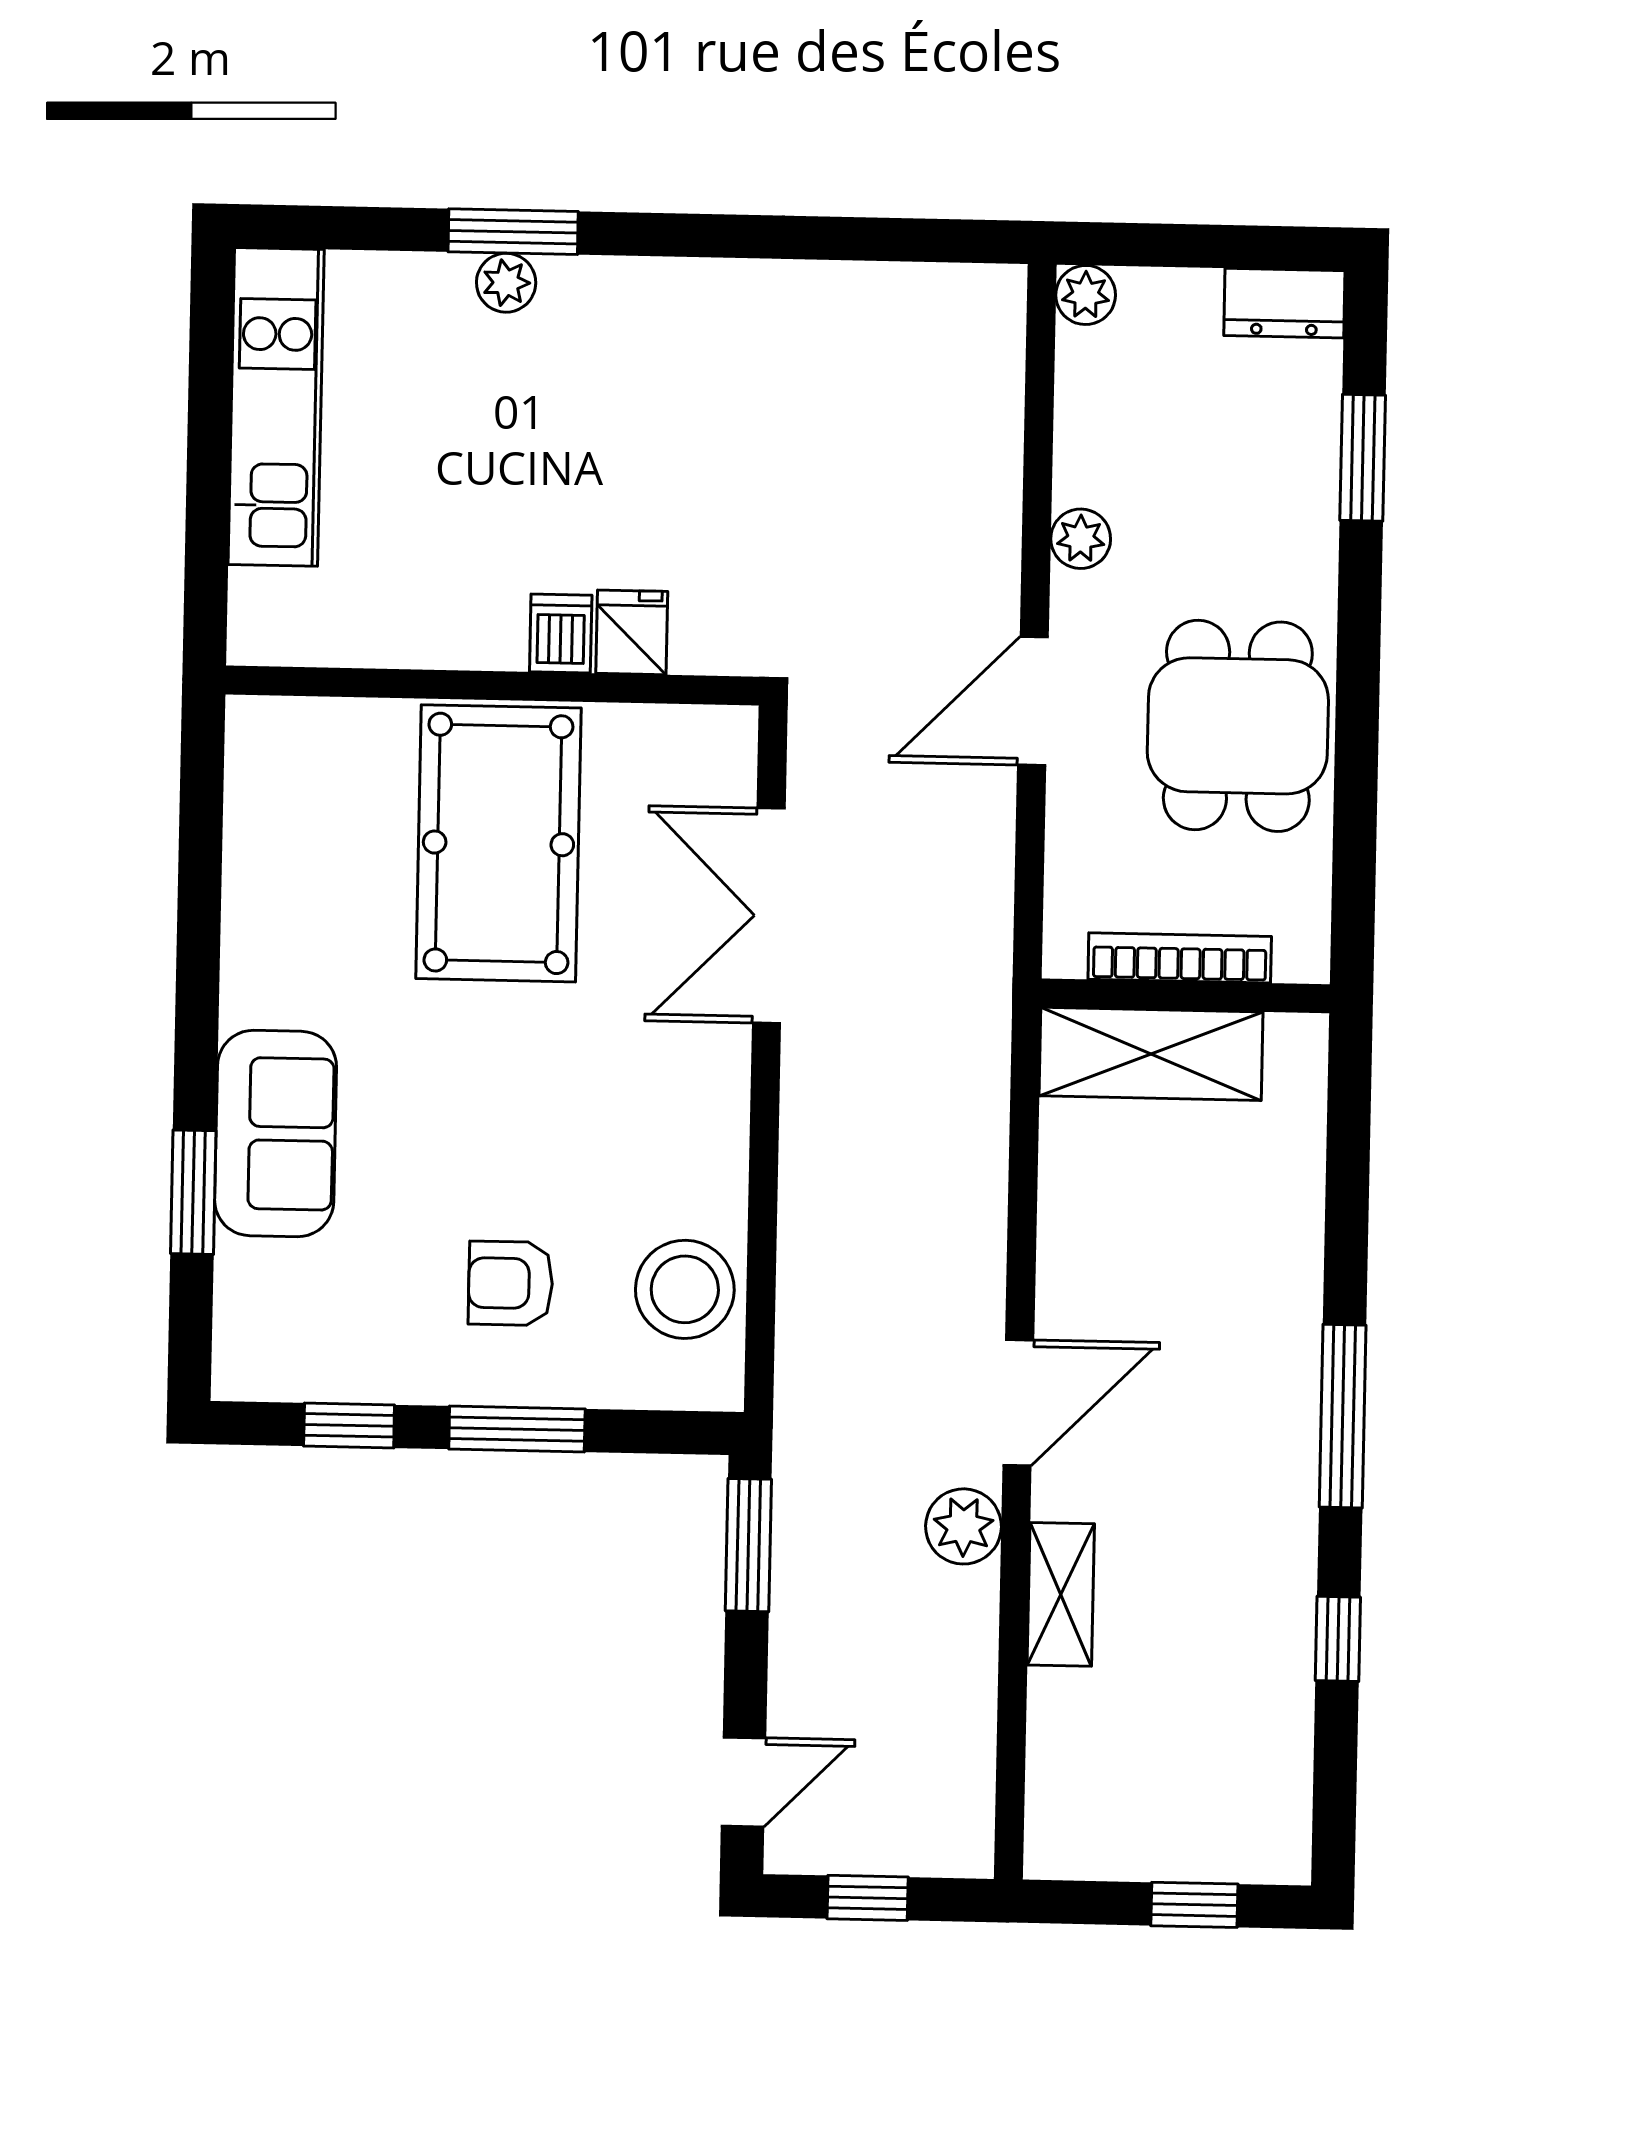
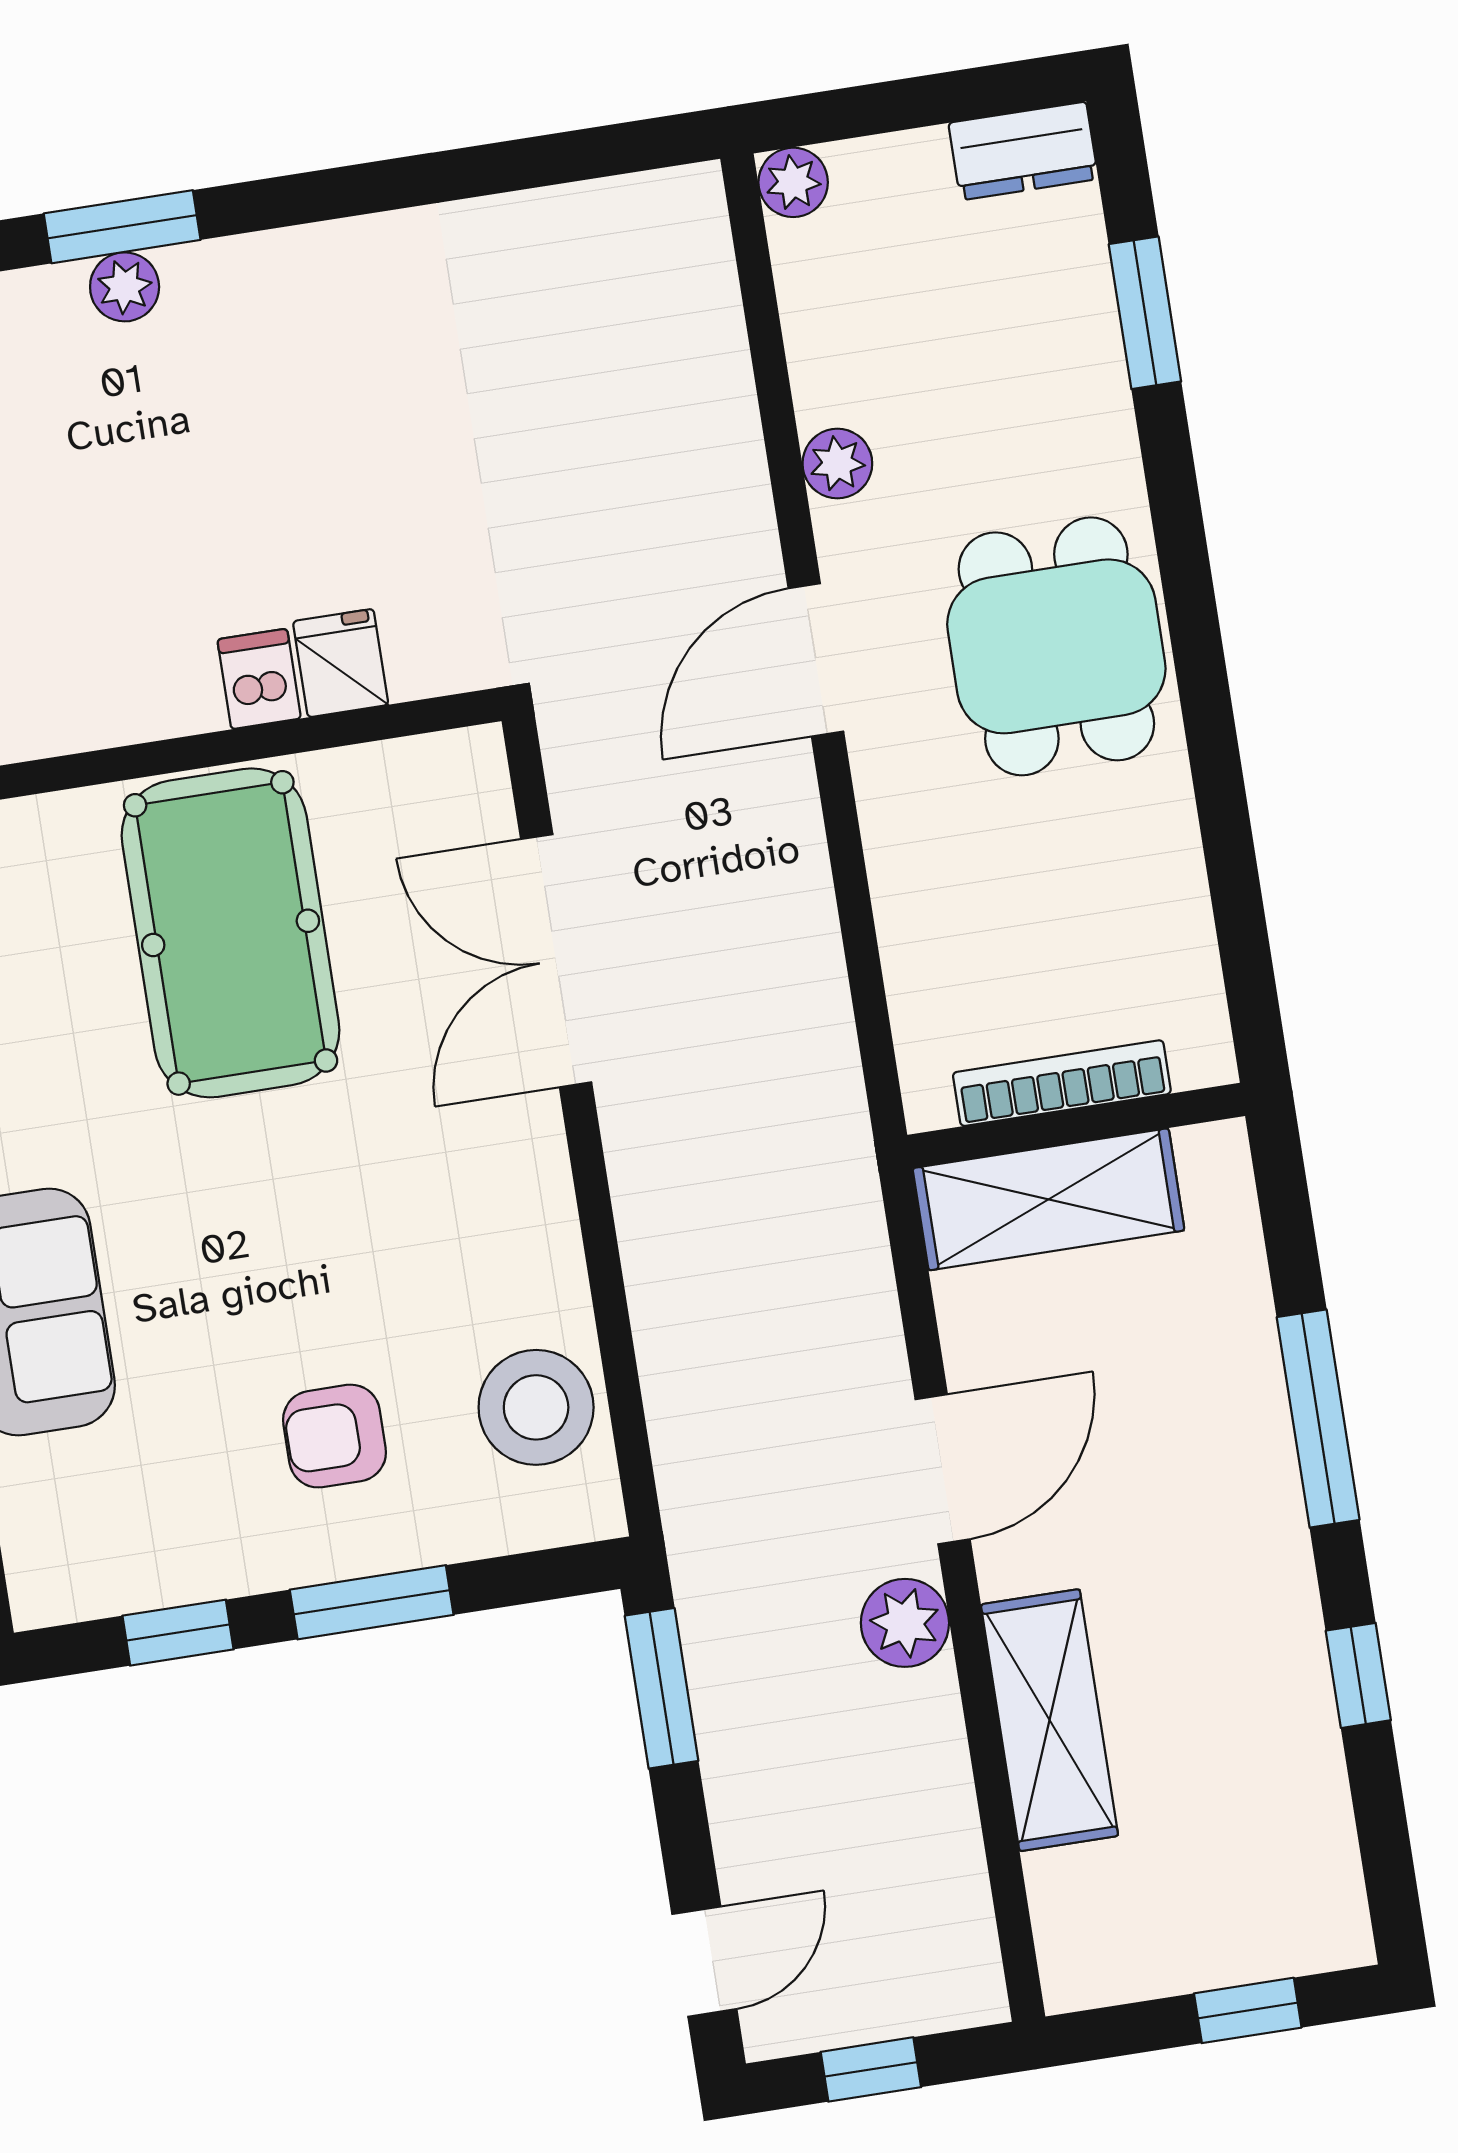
bookcase: (1180, 958) -> (1062, 1083), moved
wall: (1185, 996) -> (1076, 1125), moved
shelving: (1151, 1054) -> (1049, 1199), moved
shelving: (1061, 1594) -> (1050, 1720), width x1.50, depth x1.33

